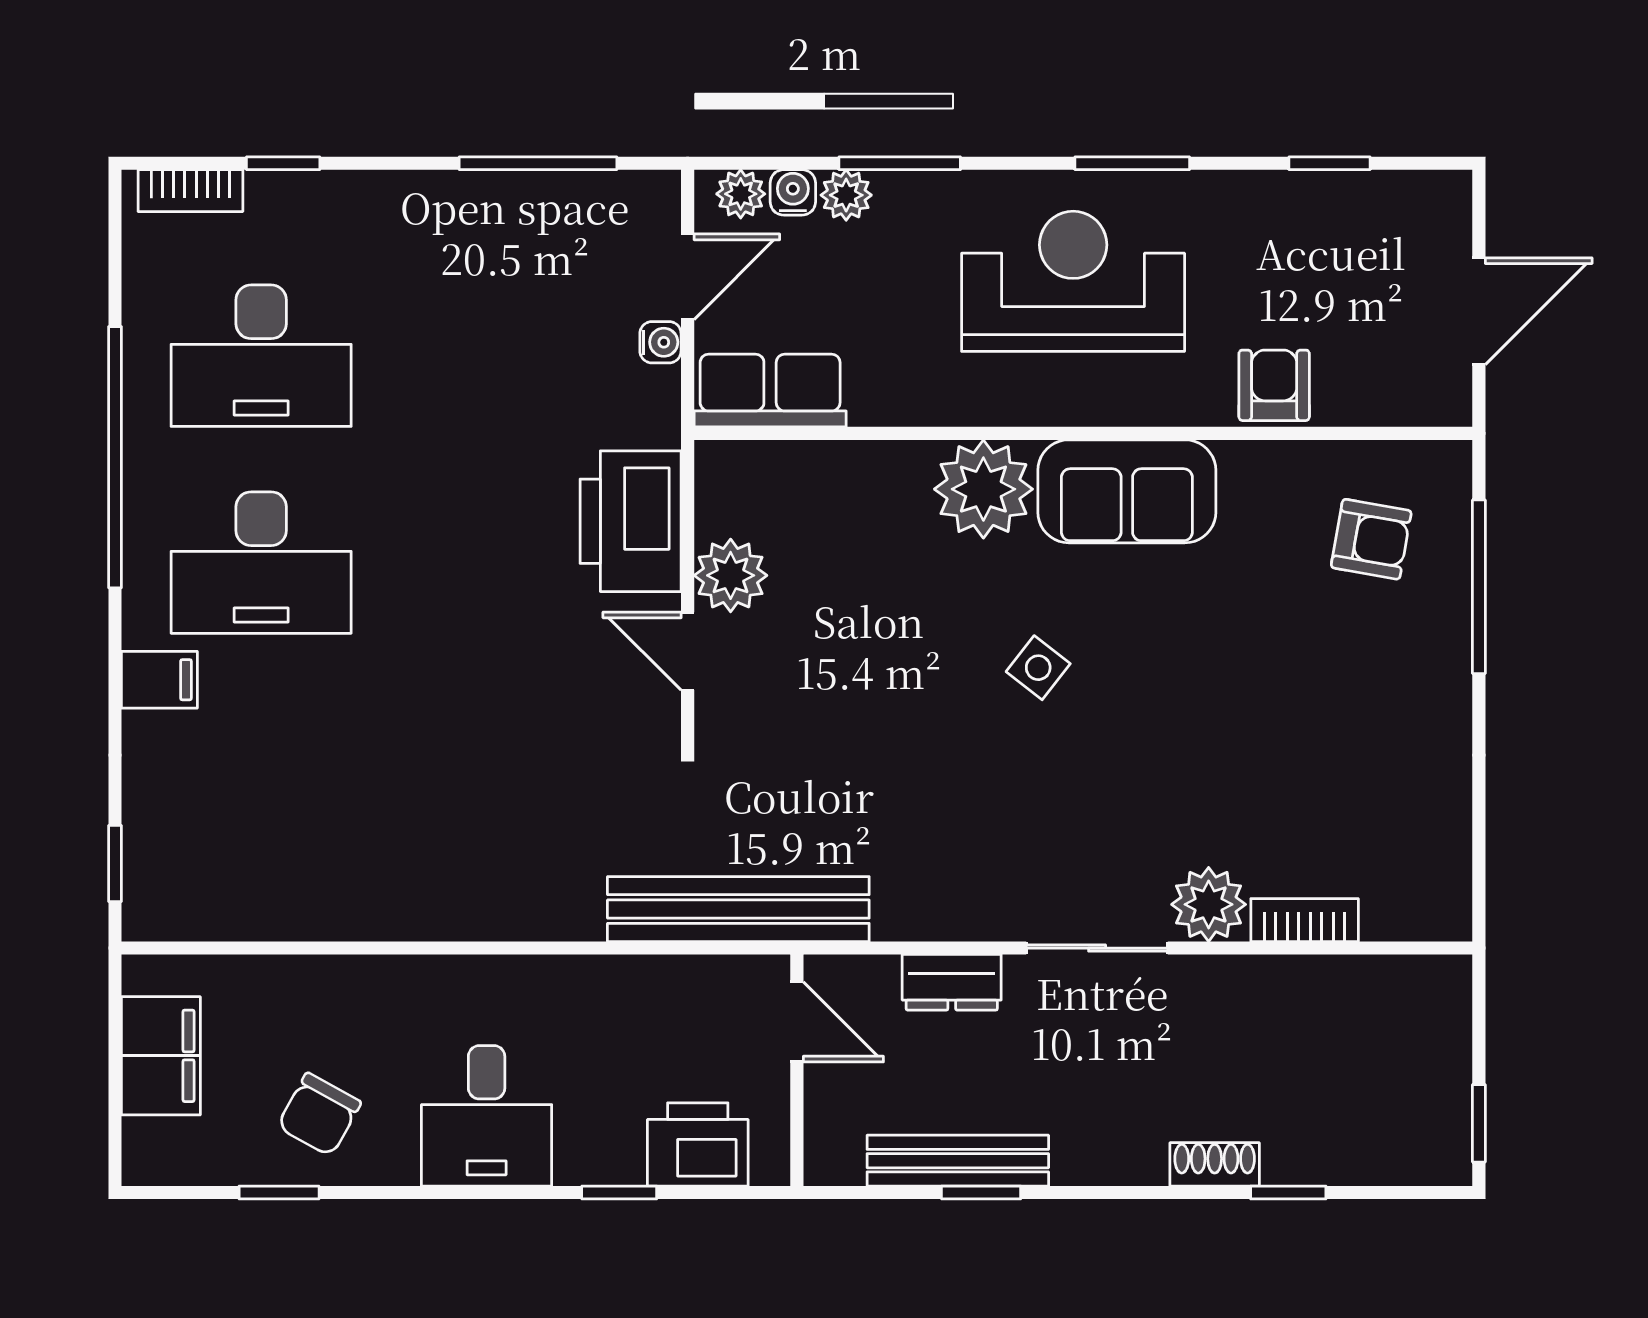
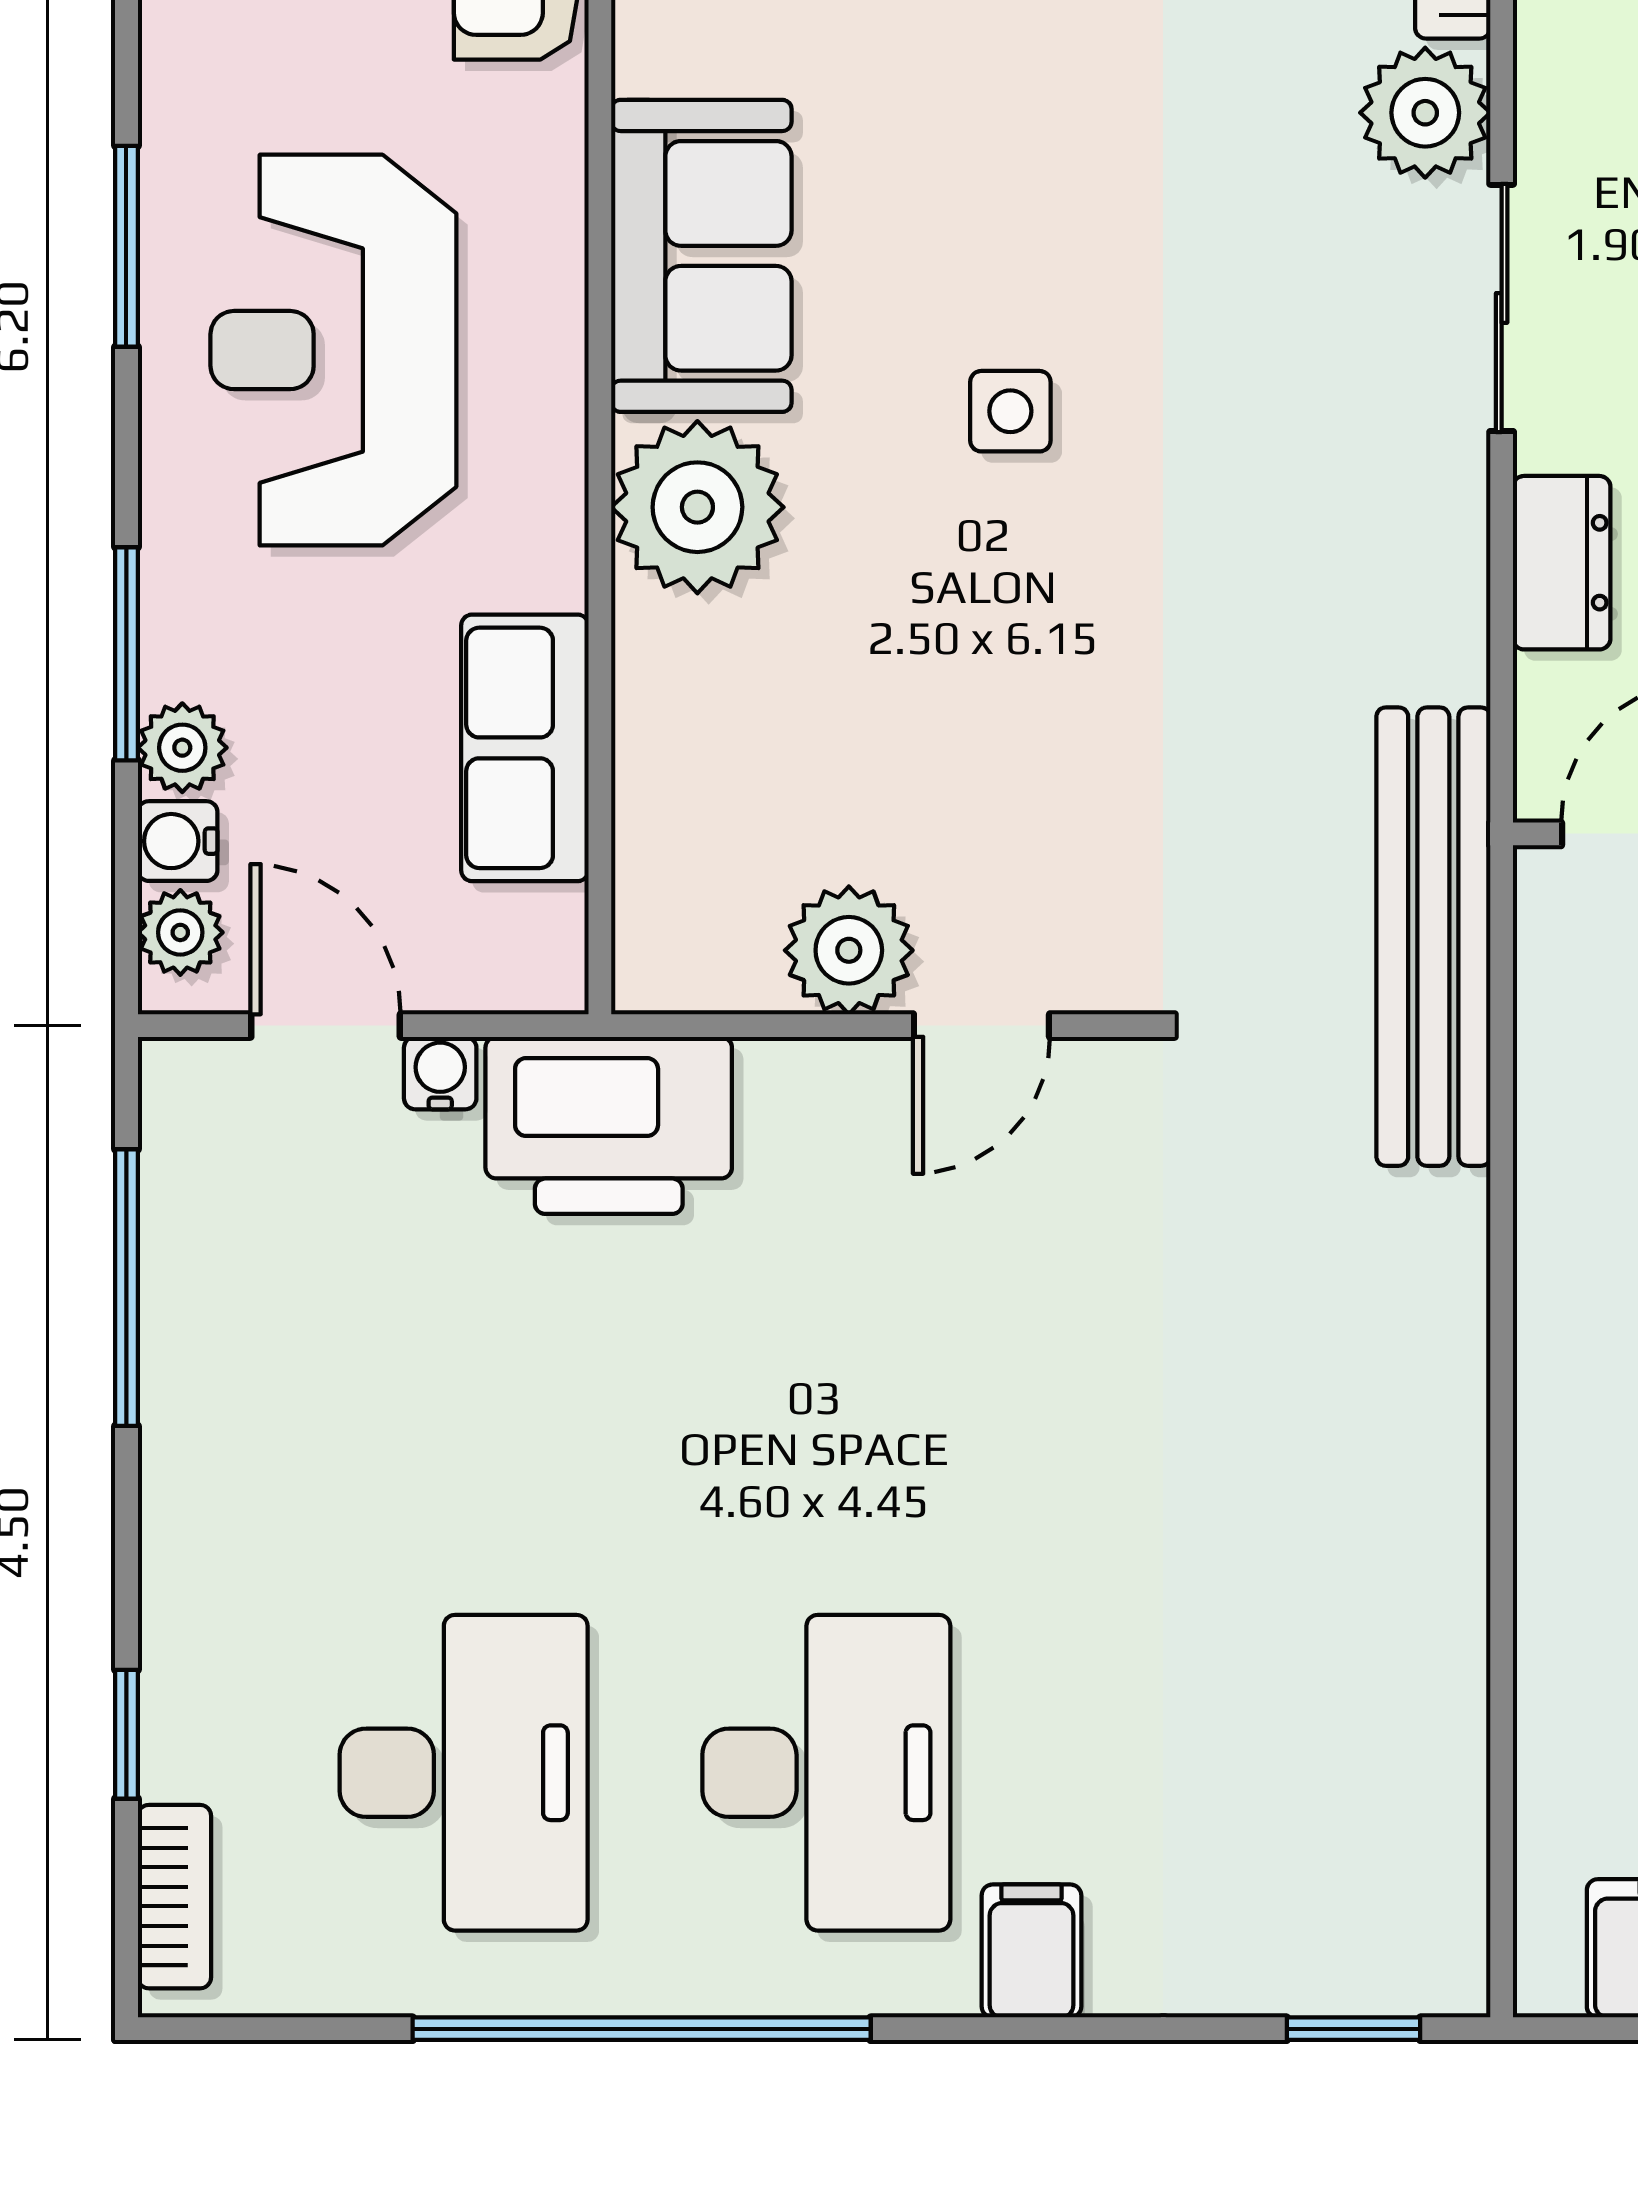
row of seats: (770, 391) -> (525, 748), moved
printer: (631, 521) -> (609, 1125), moved
side table: (1038, 668) -> (1010, 411), turned -38

